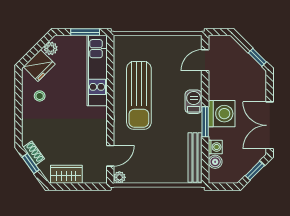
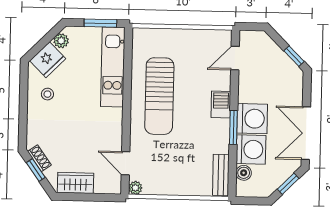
washing machine: (215, 147) -> (251, 149), width x1.89, depth x1.89
door: (110, 156) -> (126, 163), swing flipped
bench: (195, 158) -> (221, 175), width x0.73

